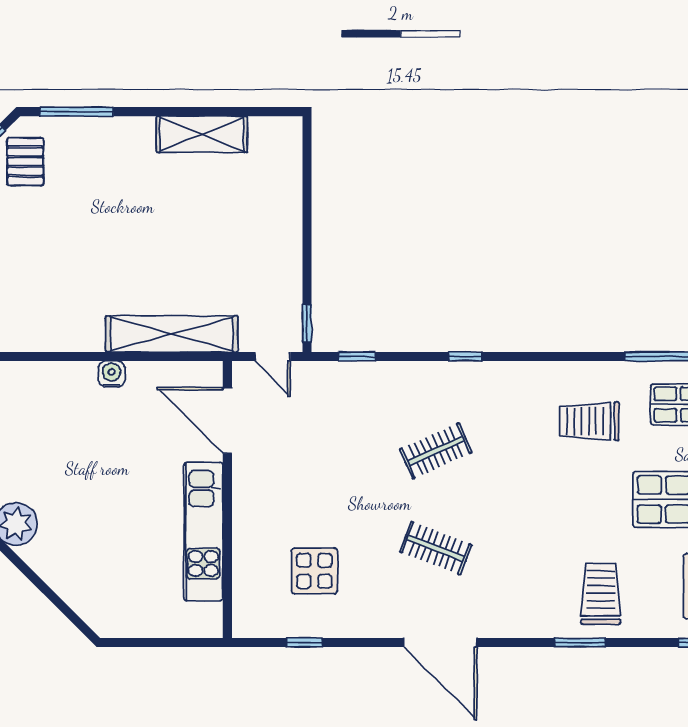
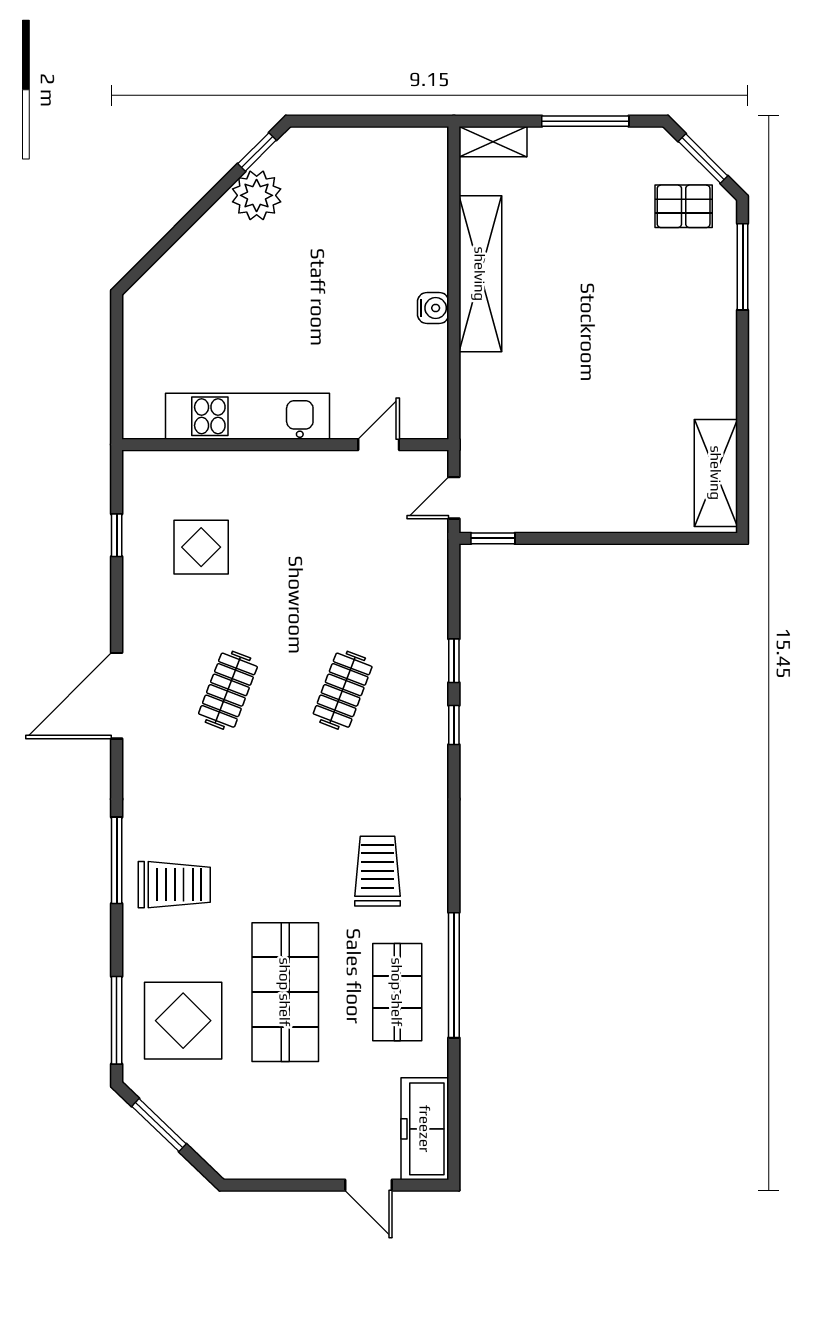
shelving: (202, 134) -> (716, 473), moved
shelving: (172, 334) -> (480, 274), moved
window: (357, 356) -> (454, 661), moved
door: (227, 420) -> (379, 445), width x0.53
clothes rail: (436, 451) -> (343, 690), turned 45
window: (580, 643) -> (117, 860), width x1.44

